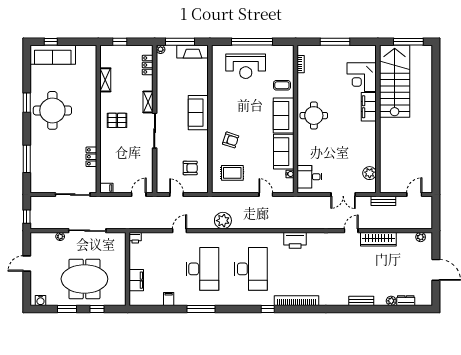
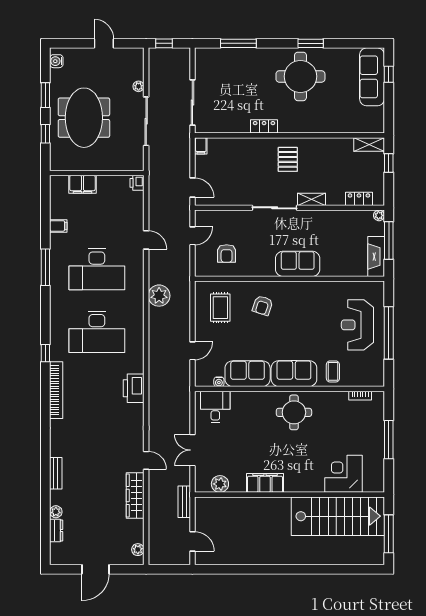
shelving: (105, 80) -> (369, 144), moved
filing cabinet: (369, 107) -> (265, 483), moved
locker: (91, 157) -> (264, 126), moved

